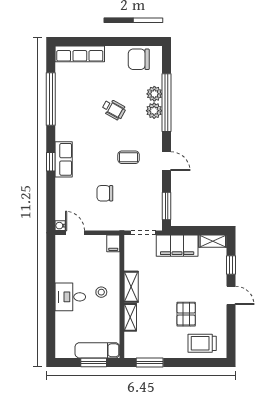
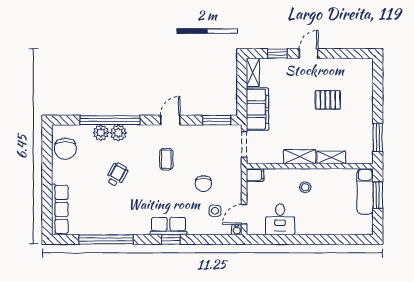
side table: (79, 204) -> (215, 211), added
desk: (70, 297) -> (280, 219), moved
trolley: (202, 343) -> (358, 83), removed

